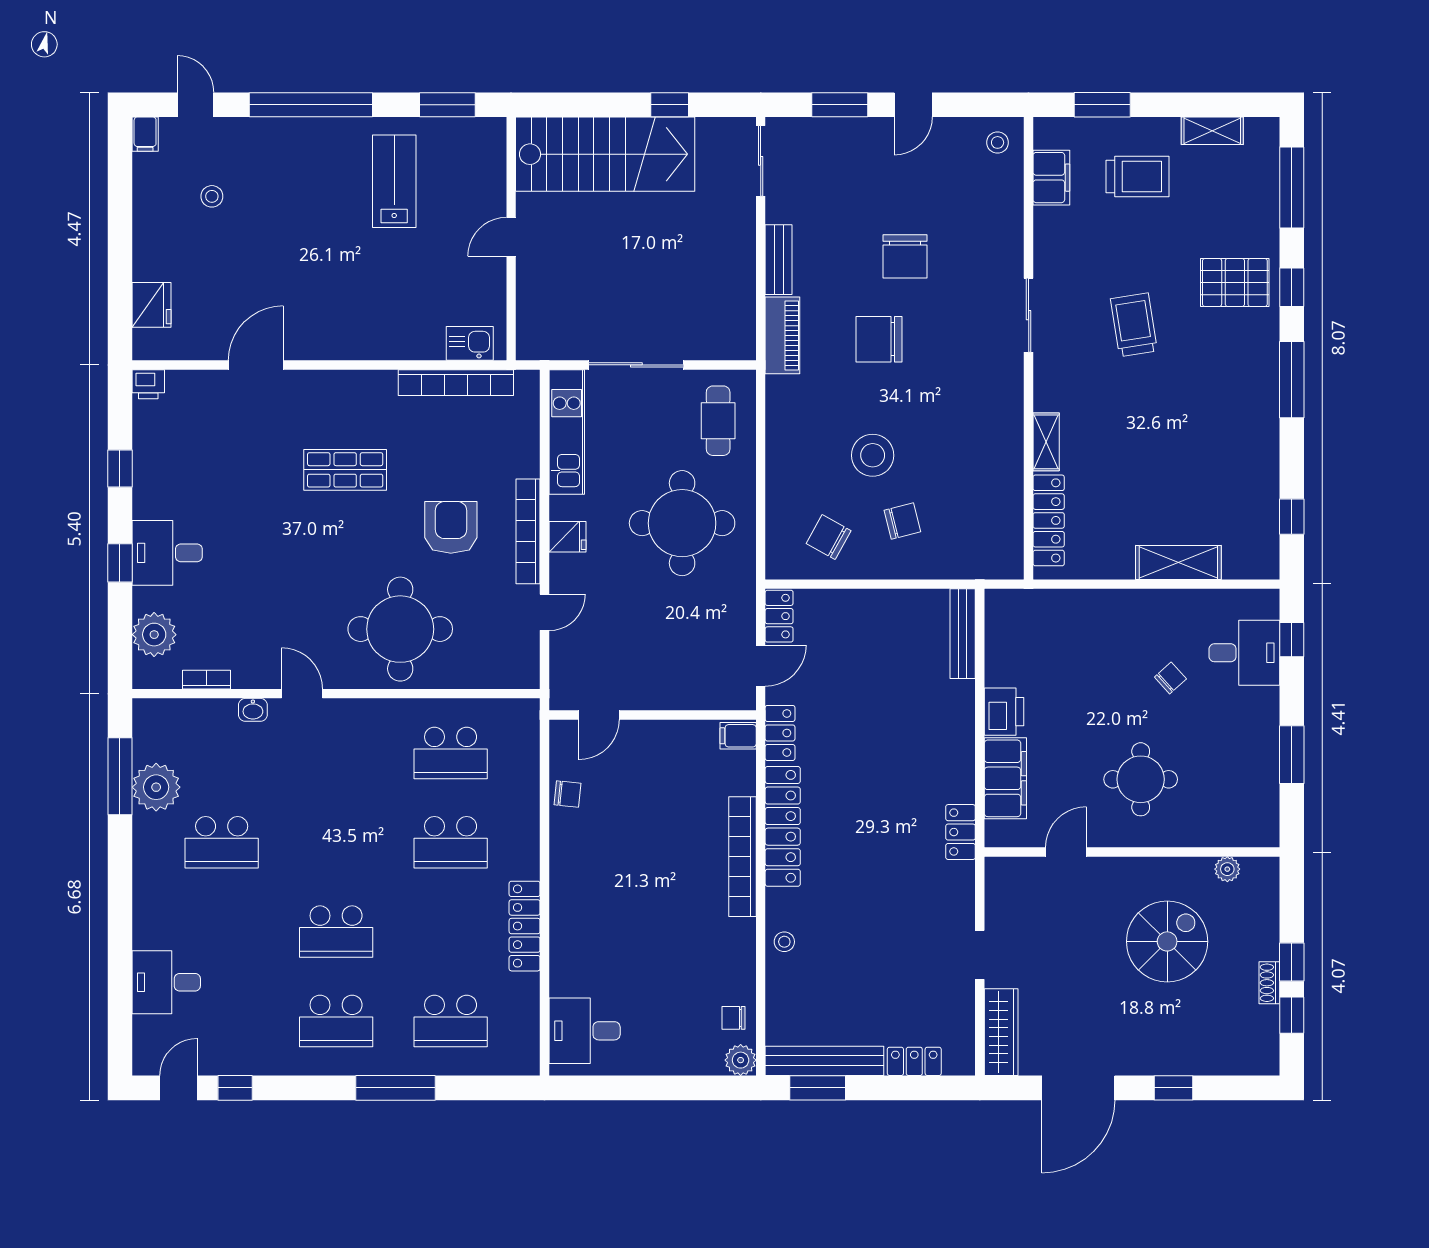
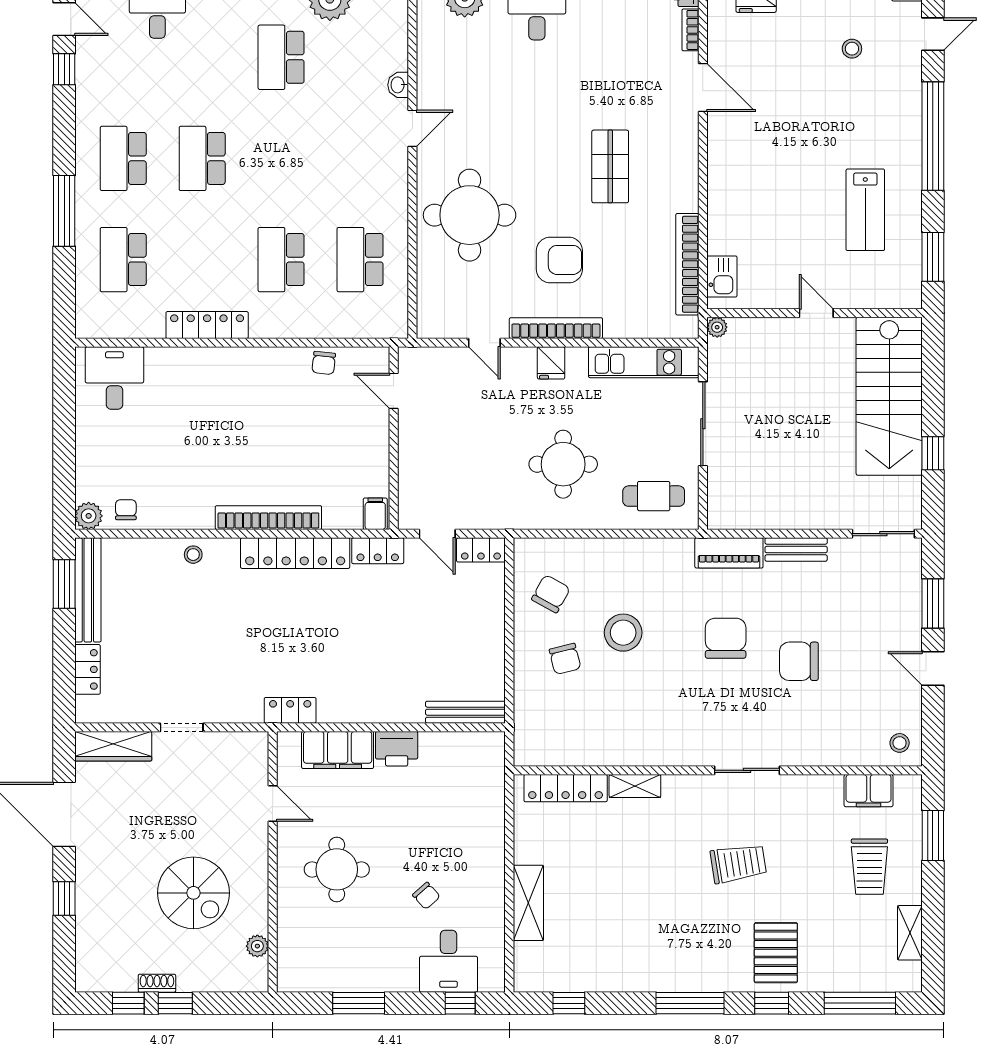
lab bench: (394, 181) -> (865, 210), turned 90
plant: (527, 349) -> (717, 327), added
round table: (682, 523) -> (563, 464), width x0.73, depth x0.73
bookcase: (206, 680) -> (690, 30), moved, turned 180

